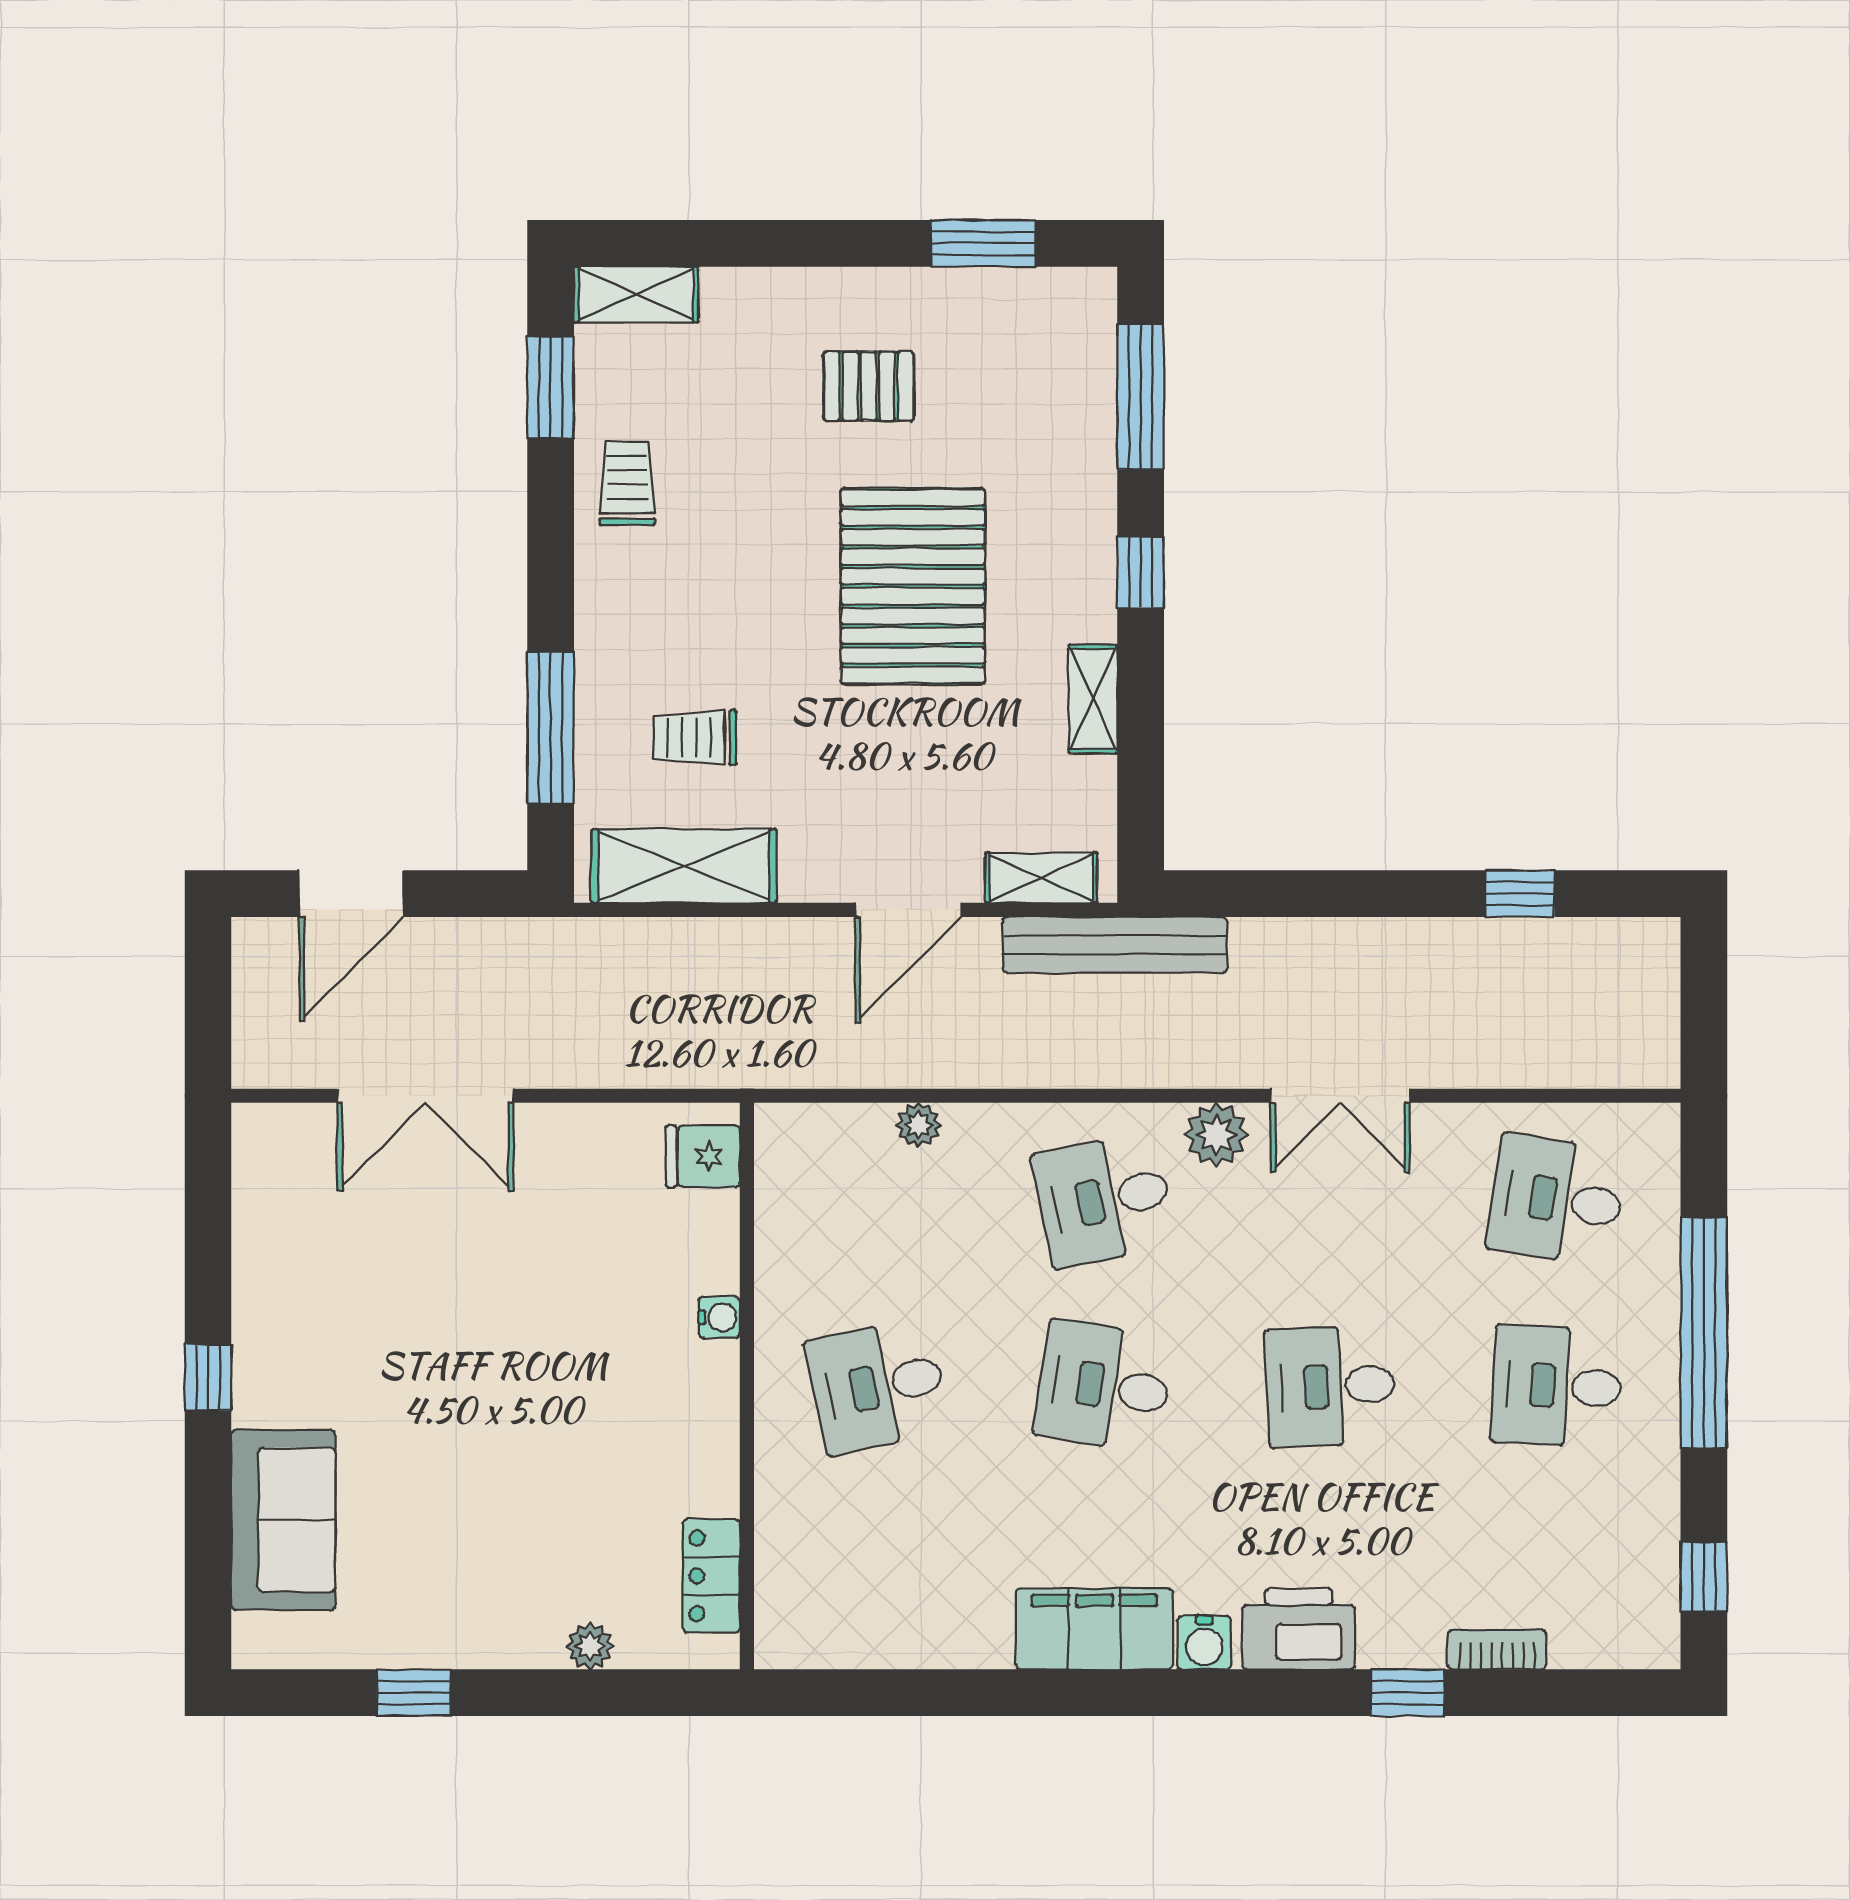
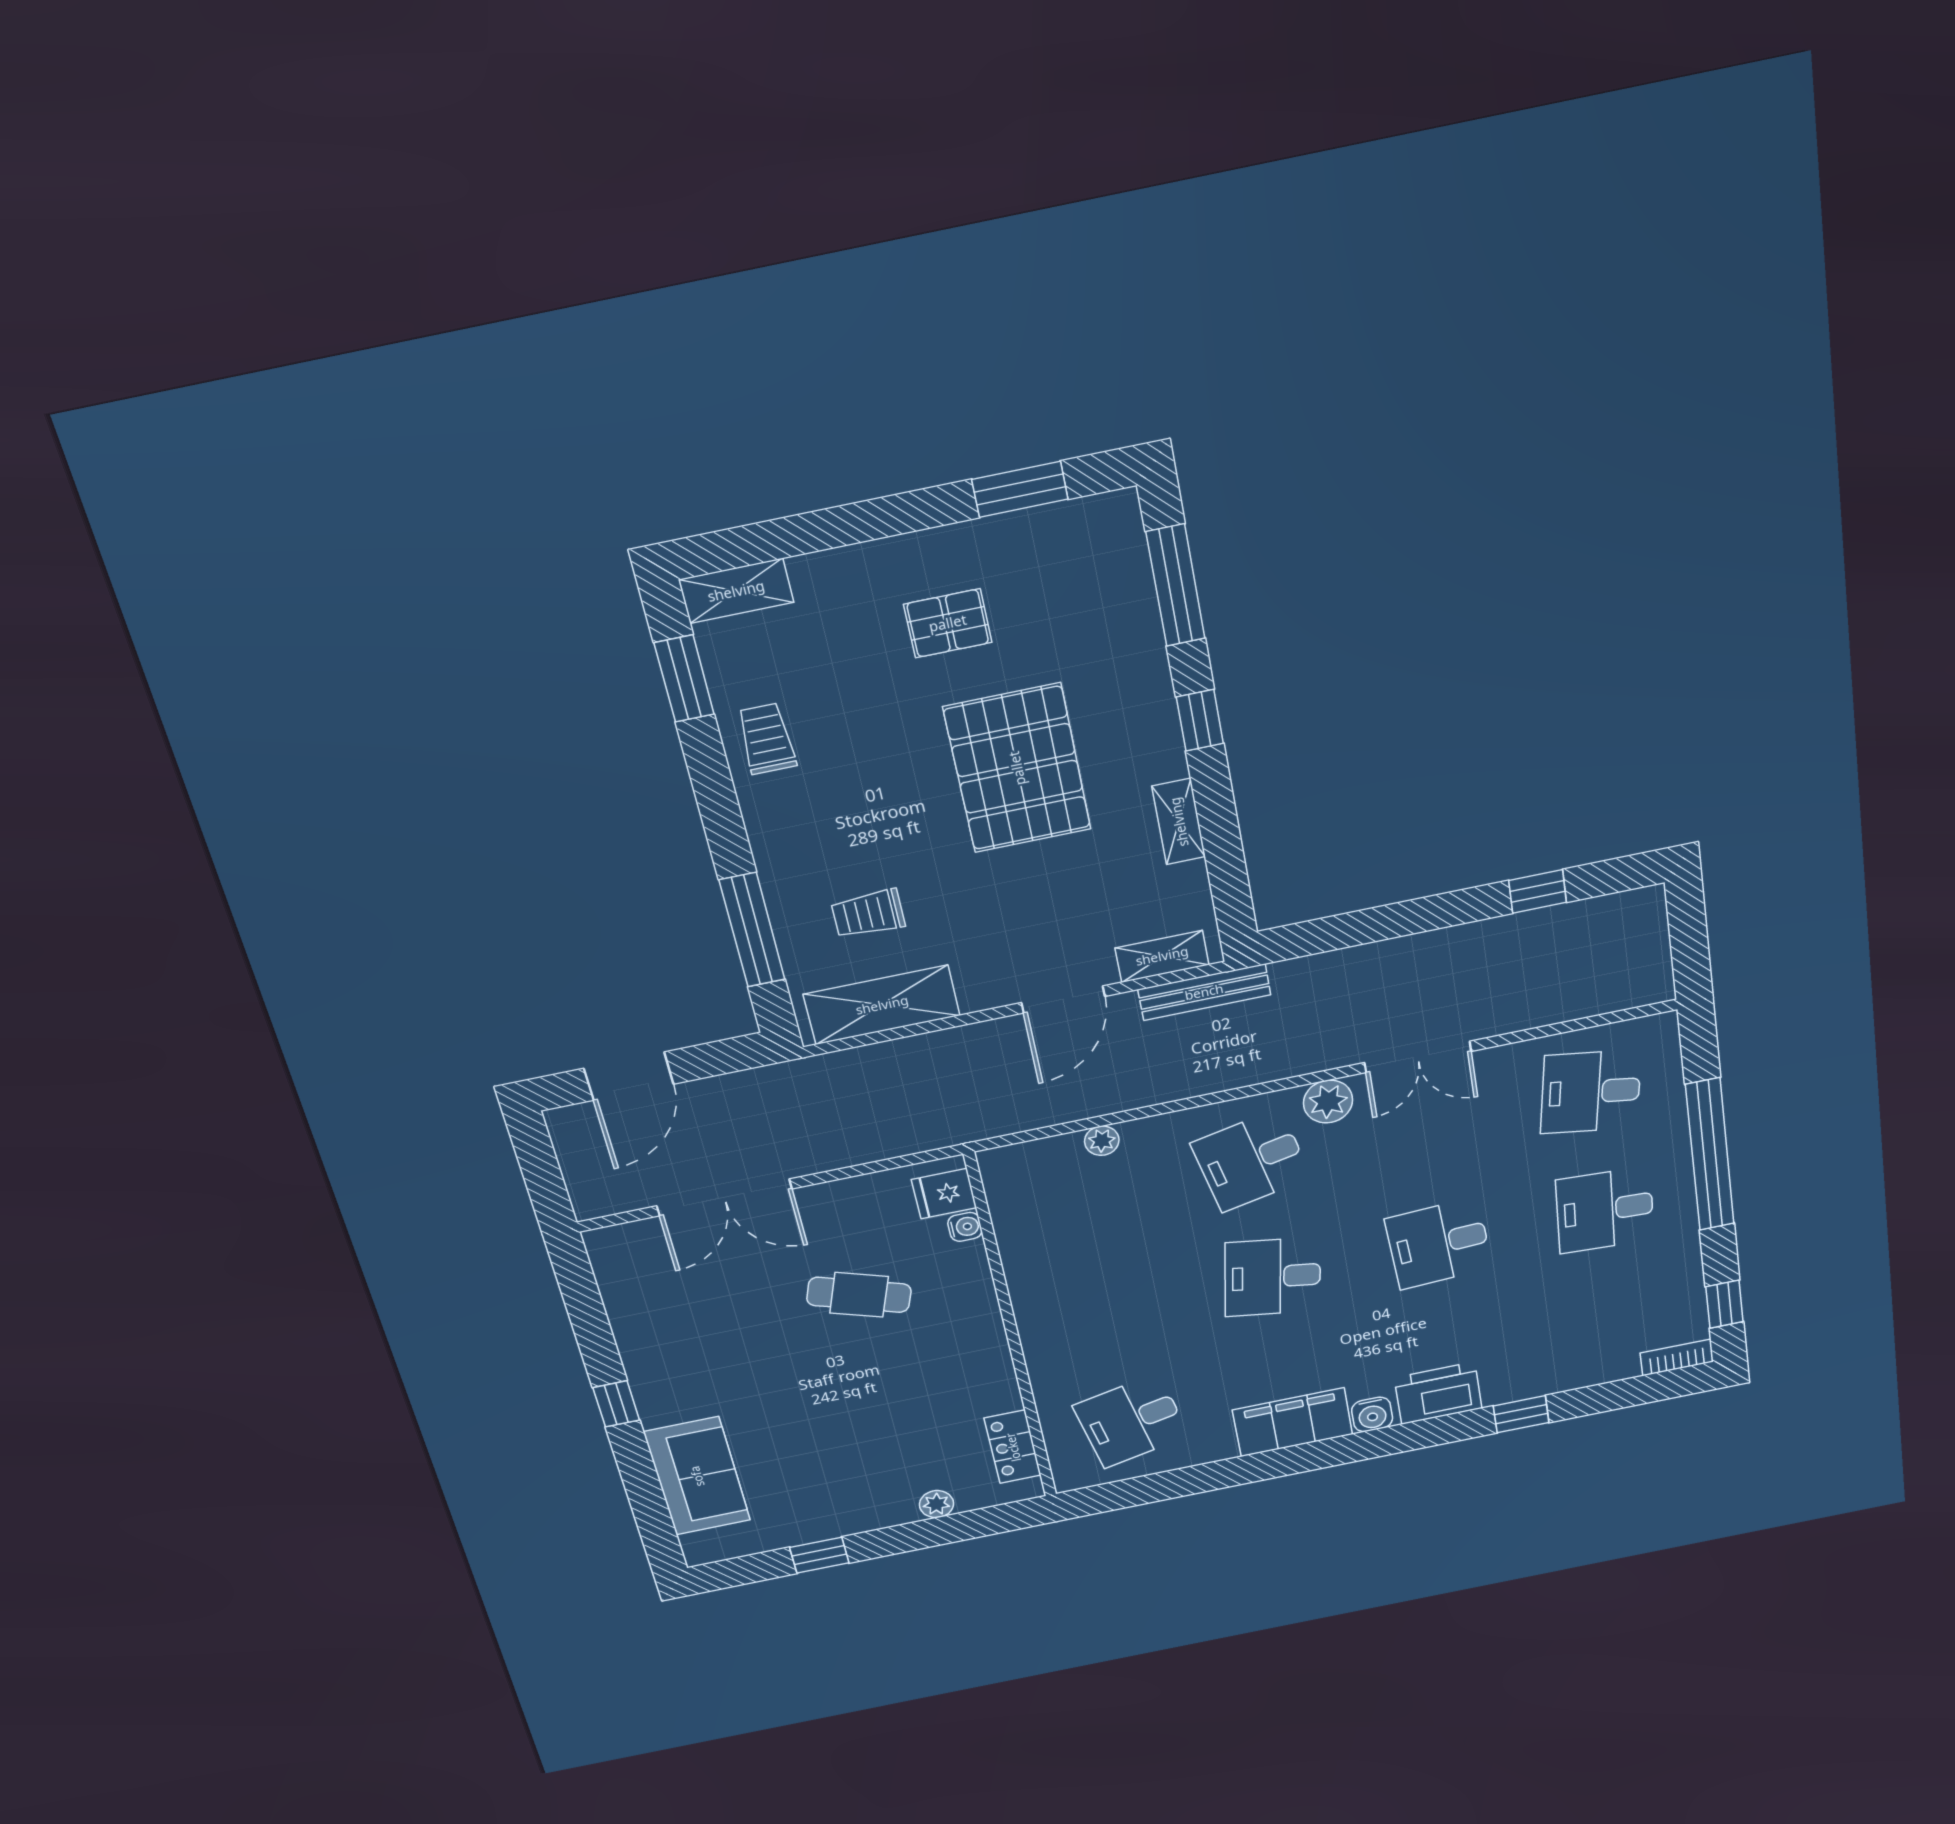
bench: (1115, 945) -> (1204, 992), width x0.73, depth x0.82
cafe table: (561, 1284) -> (859, 1295), added
water cooler: (719, 1317) -> (965, 1227), moved
desk: (878, 1386) -> (1131, 1421), moved
bookcase: (1497, 1650) -> (1677, 1357), moved

